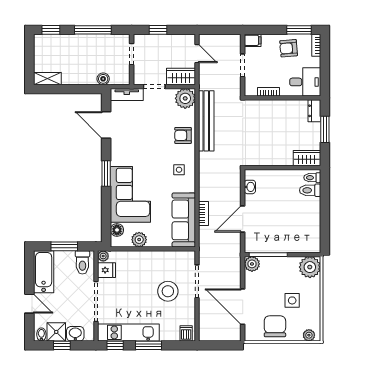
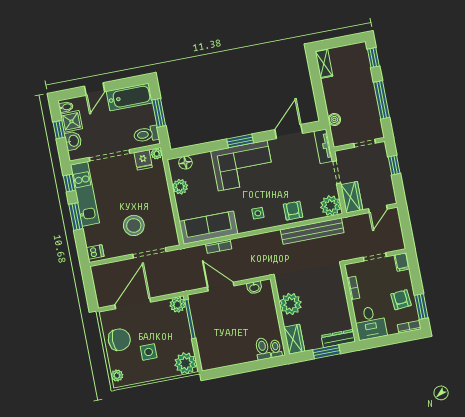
dresser: (314, 111) -> (338, 339), width x1.44
plant: (272, 155) -> (291, 304), added
corner sofa: (130, 194) -> (243, 166), moved

